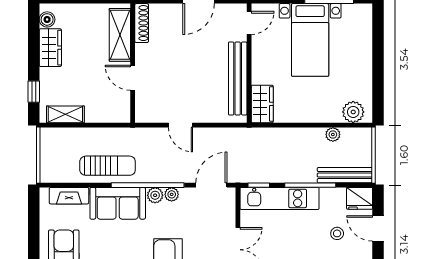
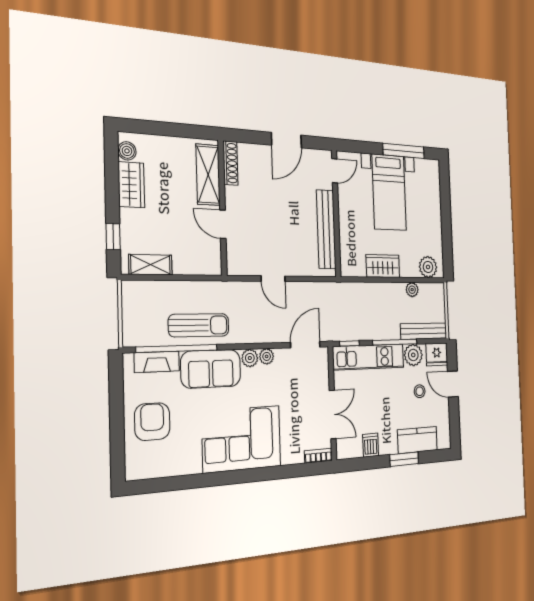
wardrobe: (262, 104) -> (383, 266), moved, turned -90
window: (148, 185) -> (177, 349), moved
plant: (331, 198) -> (413, 355), added

